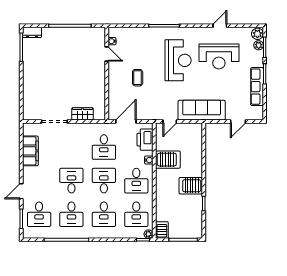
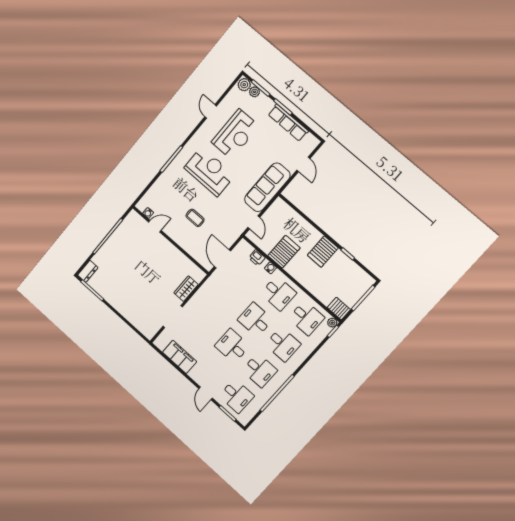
printer: (145, 140) -> (257, 258), width x0.53, depth x0.68
desk: (104, 147) -> (228, 295), removed

